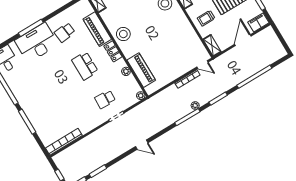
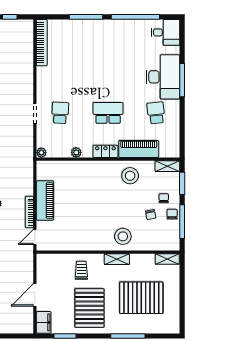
stool: (123, 34) -> (130, 176), moved
door: (243, 40) -> (35, 295), swing flipped
shelving: (212, 46) -> (49, 259), removed
piano: (141, 70) -> (45, 201), moved, turned -90

